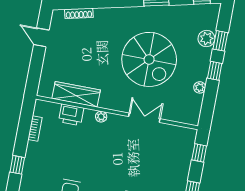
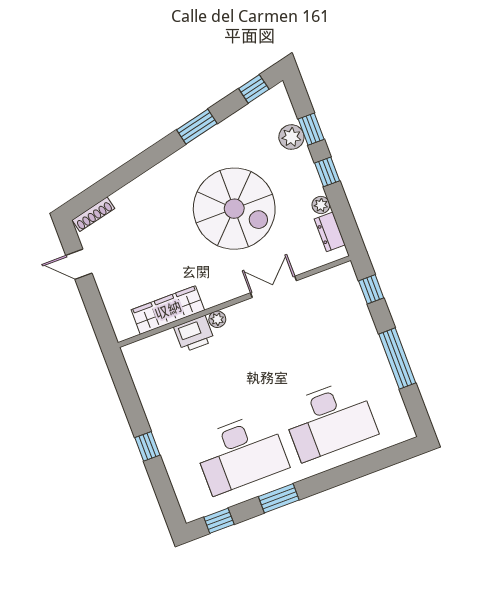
shoe rack: (79, 13) -> (93, 214), moved
dresser: (195, 106) -> (330, 232), added
printer: (71, 115) -> (194, 334), moved
bookcase: (35, 128) -> (142, 386), removed

